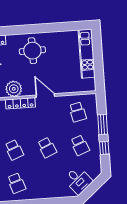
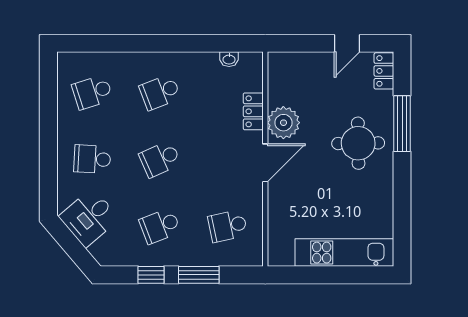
window: (21, 30) -> (402, 124), added
plant: (14, 89) -> (283, 123), moved
locker: (20, 103) -> (253, 111), width x0.66
school desk: (49, 181) -> (92, 159), added

